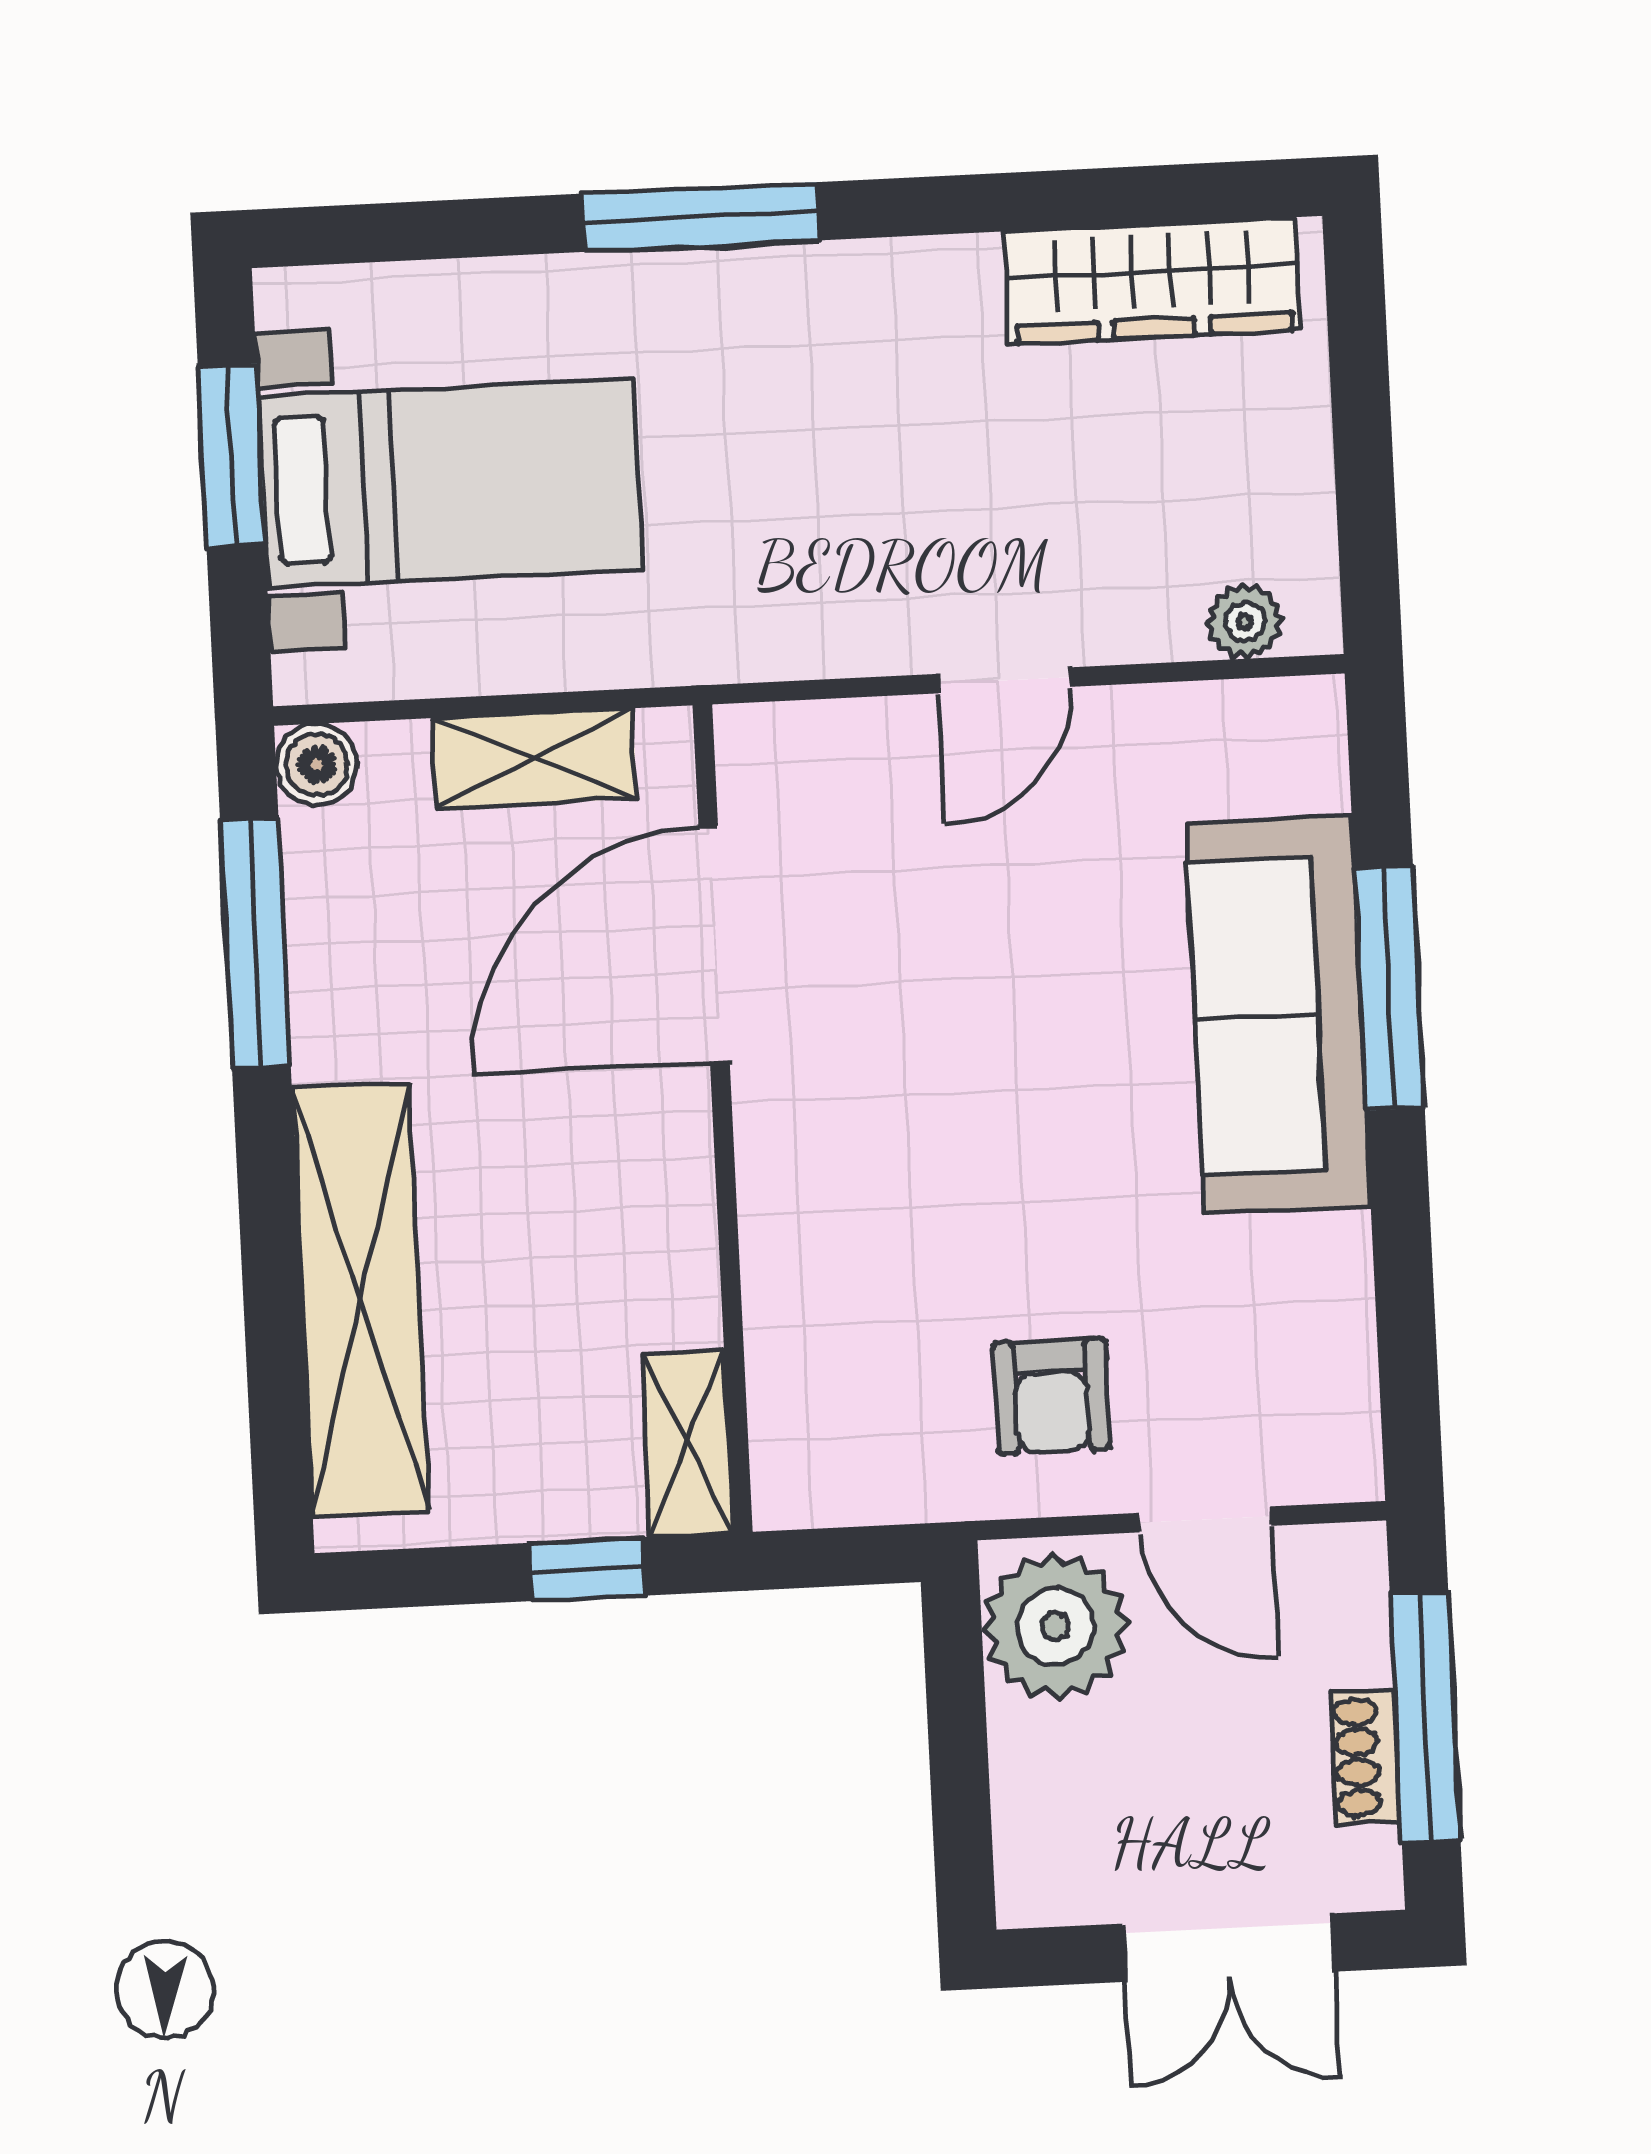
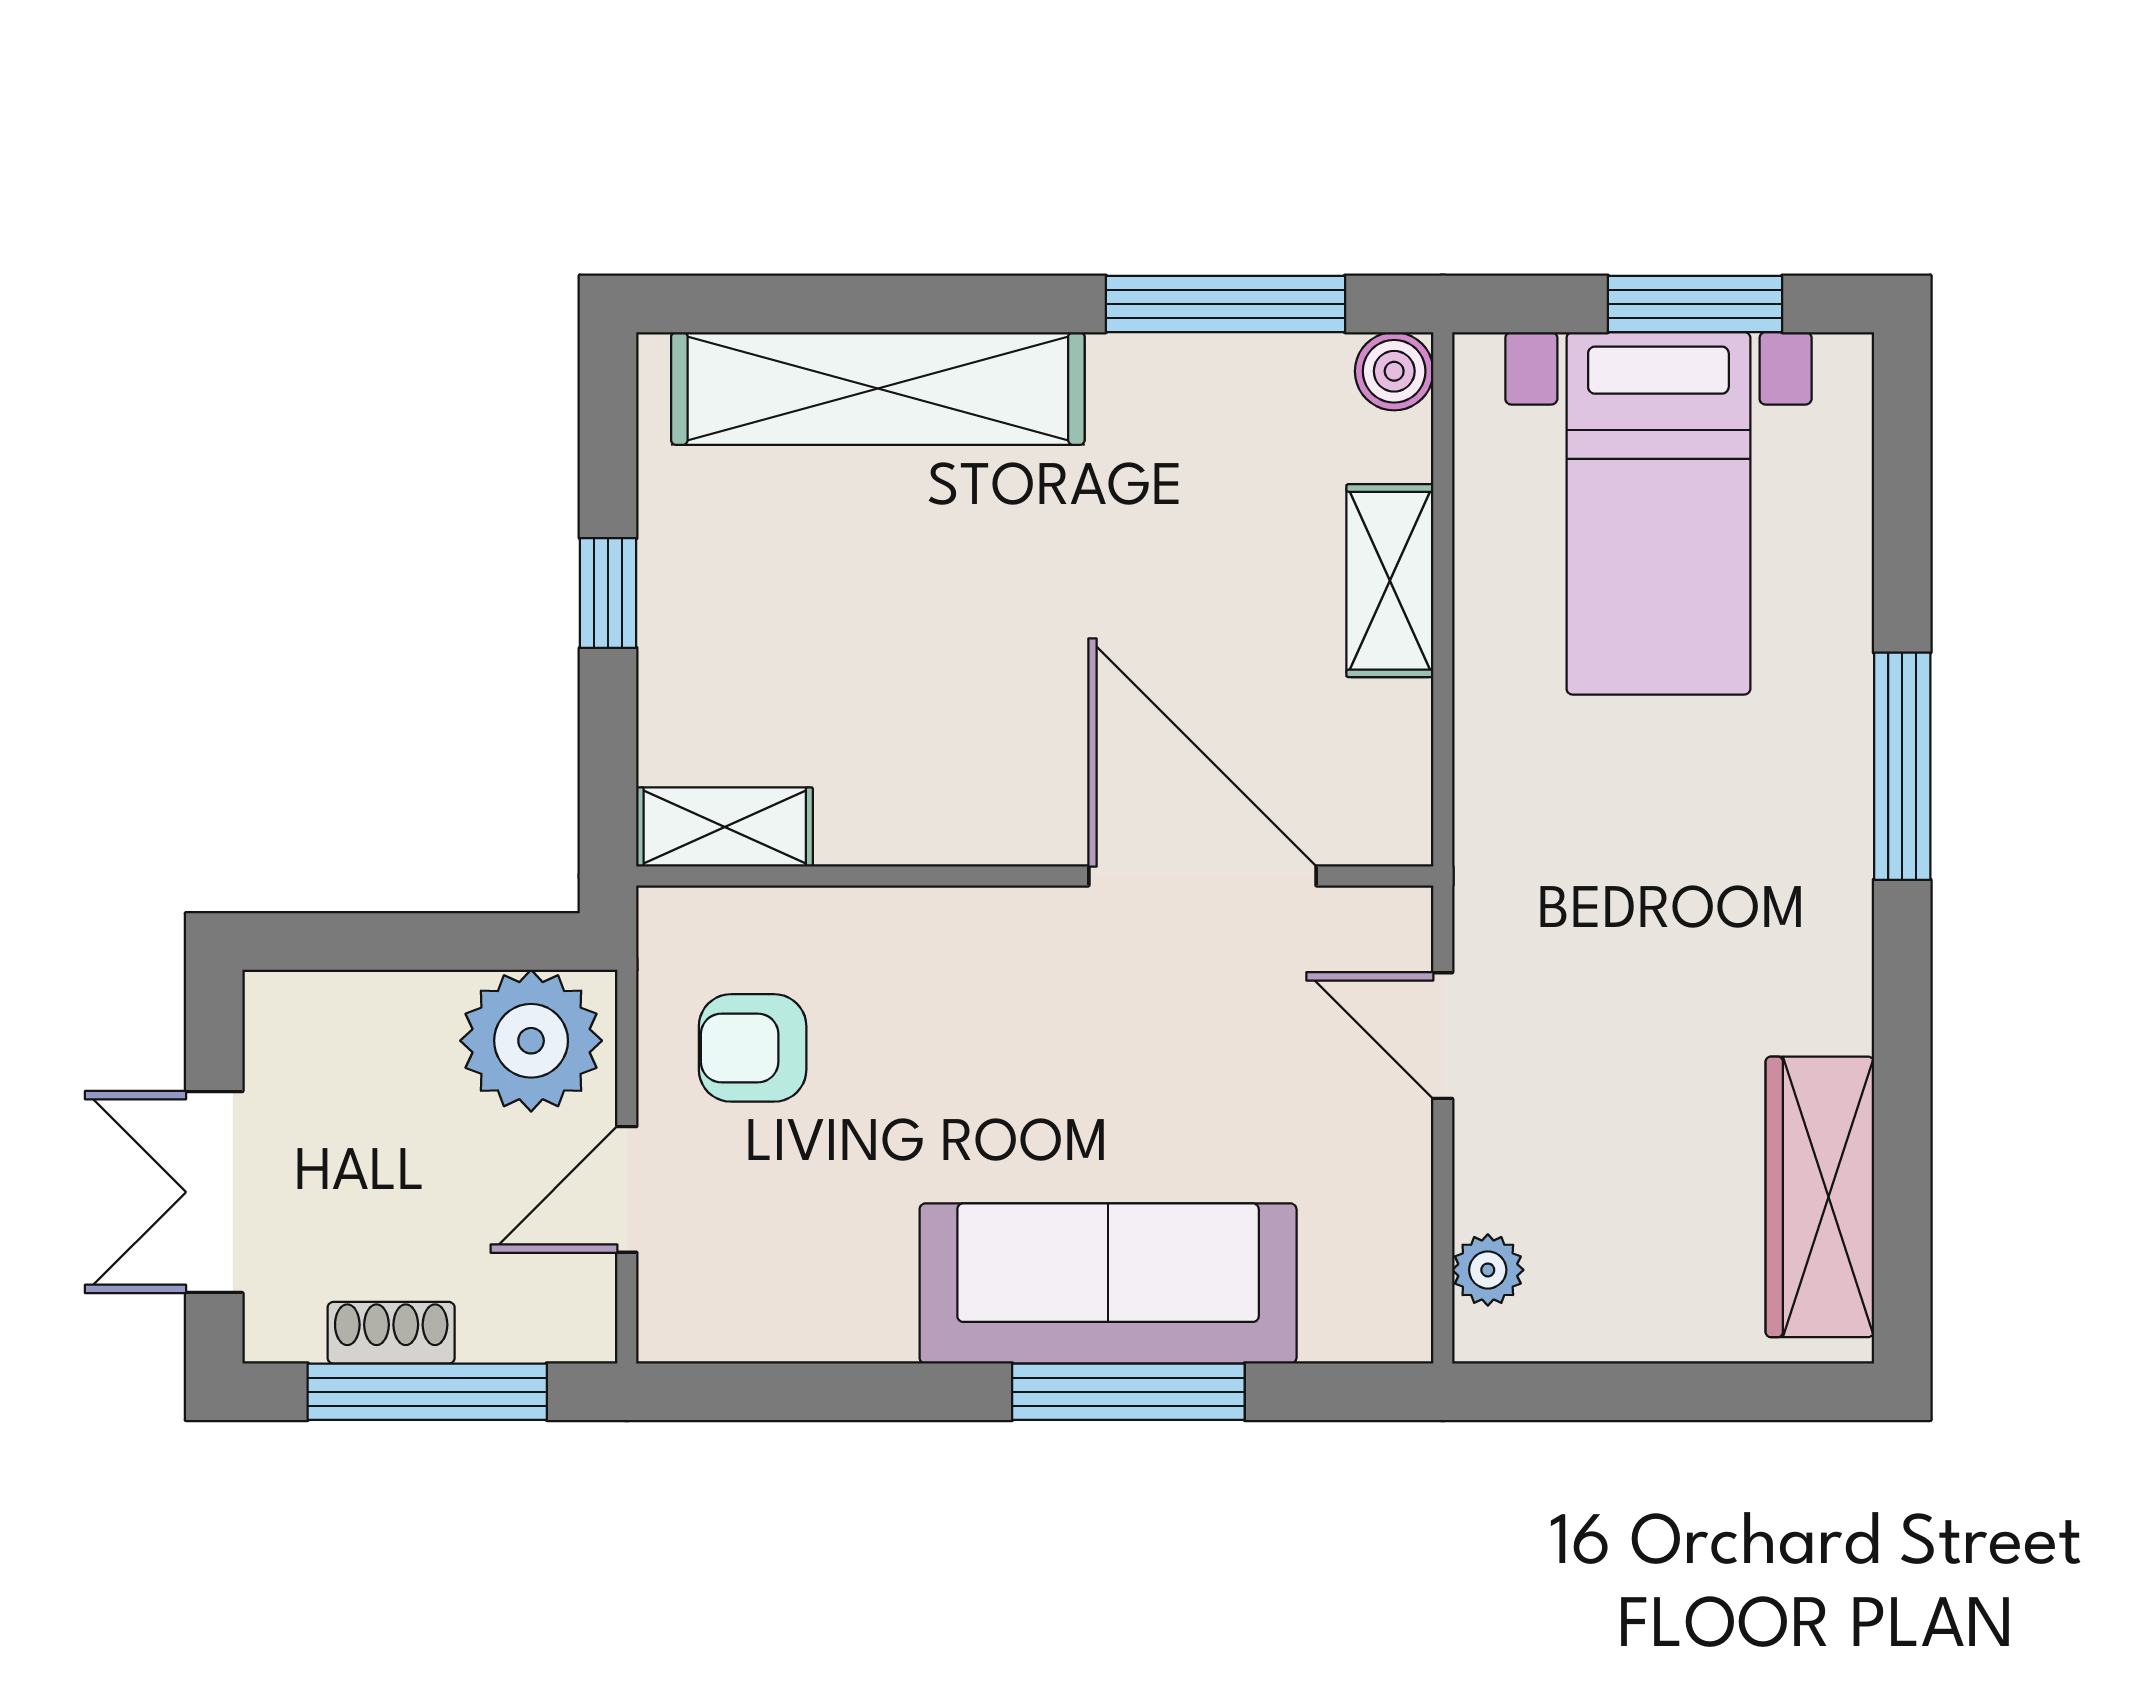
door: (714, 945) -> (1202, 876), moved
wall: (723, 1119) -> (1035, 876), moved
shelving: (687, 1443) -> (725, 827), moved

